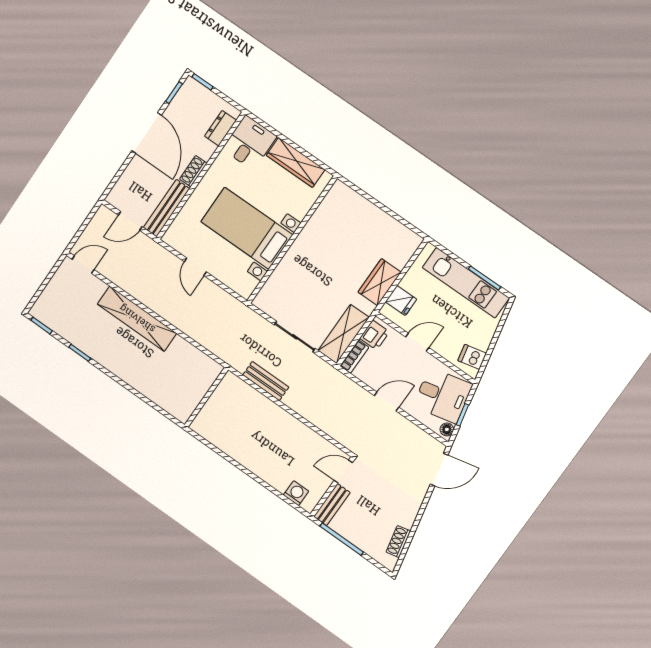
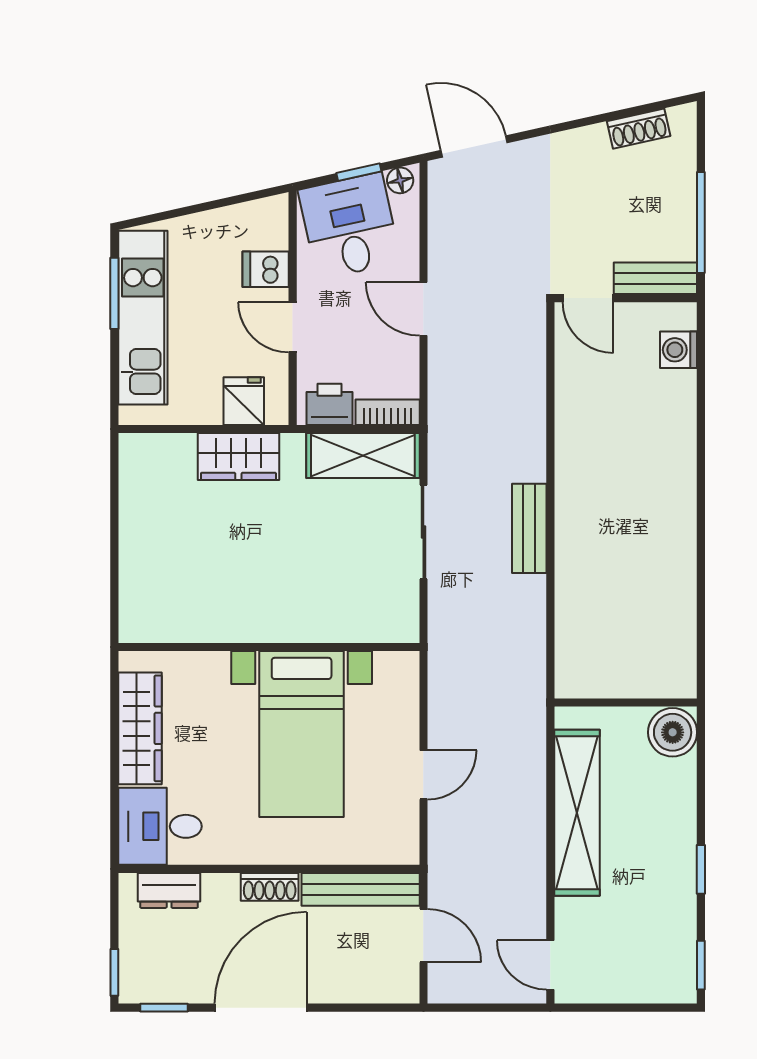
dishwasher: (472, 357) -> (266, 269), moved, turned 103
boiler: (143, 380) -> (673, 732), added
wall: (206, 397) -> (626, 702), moved

